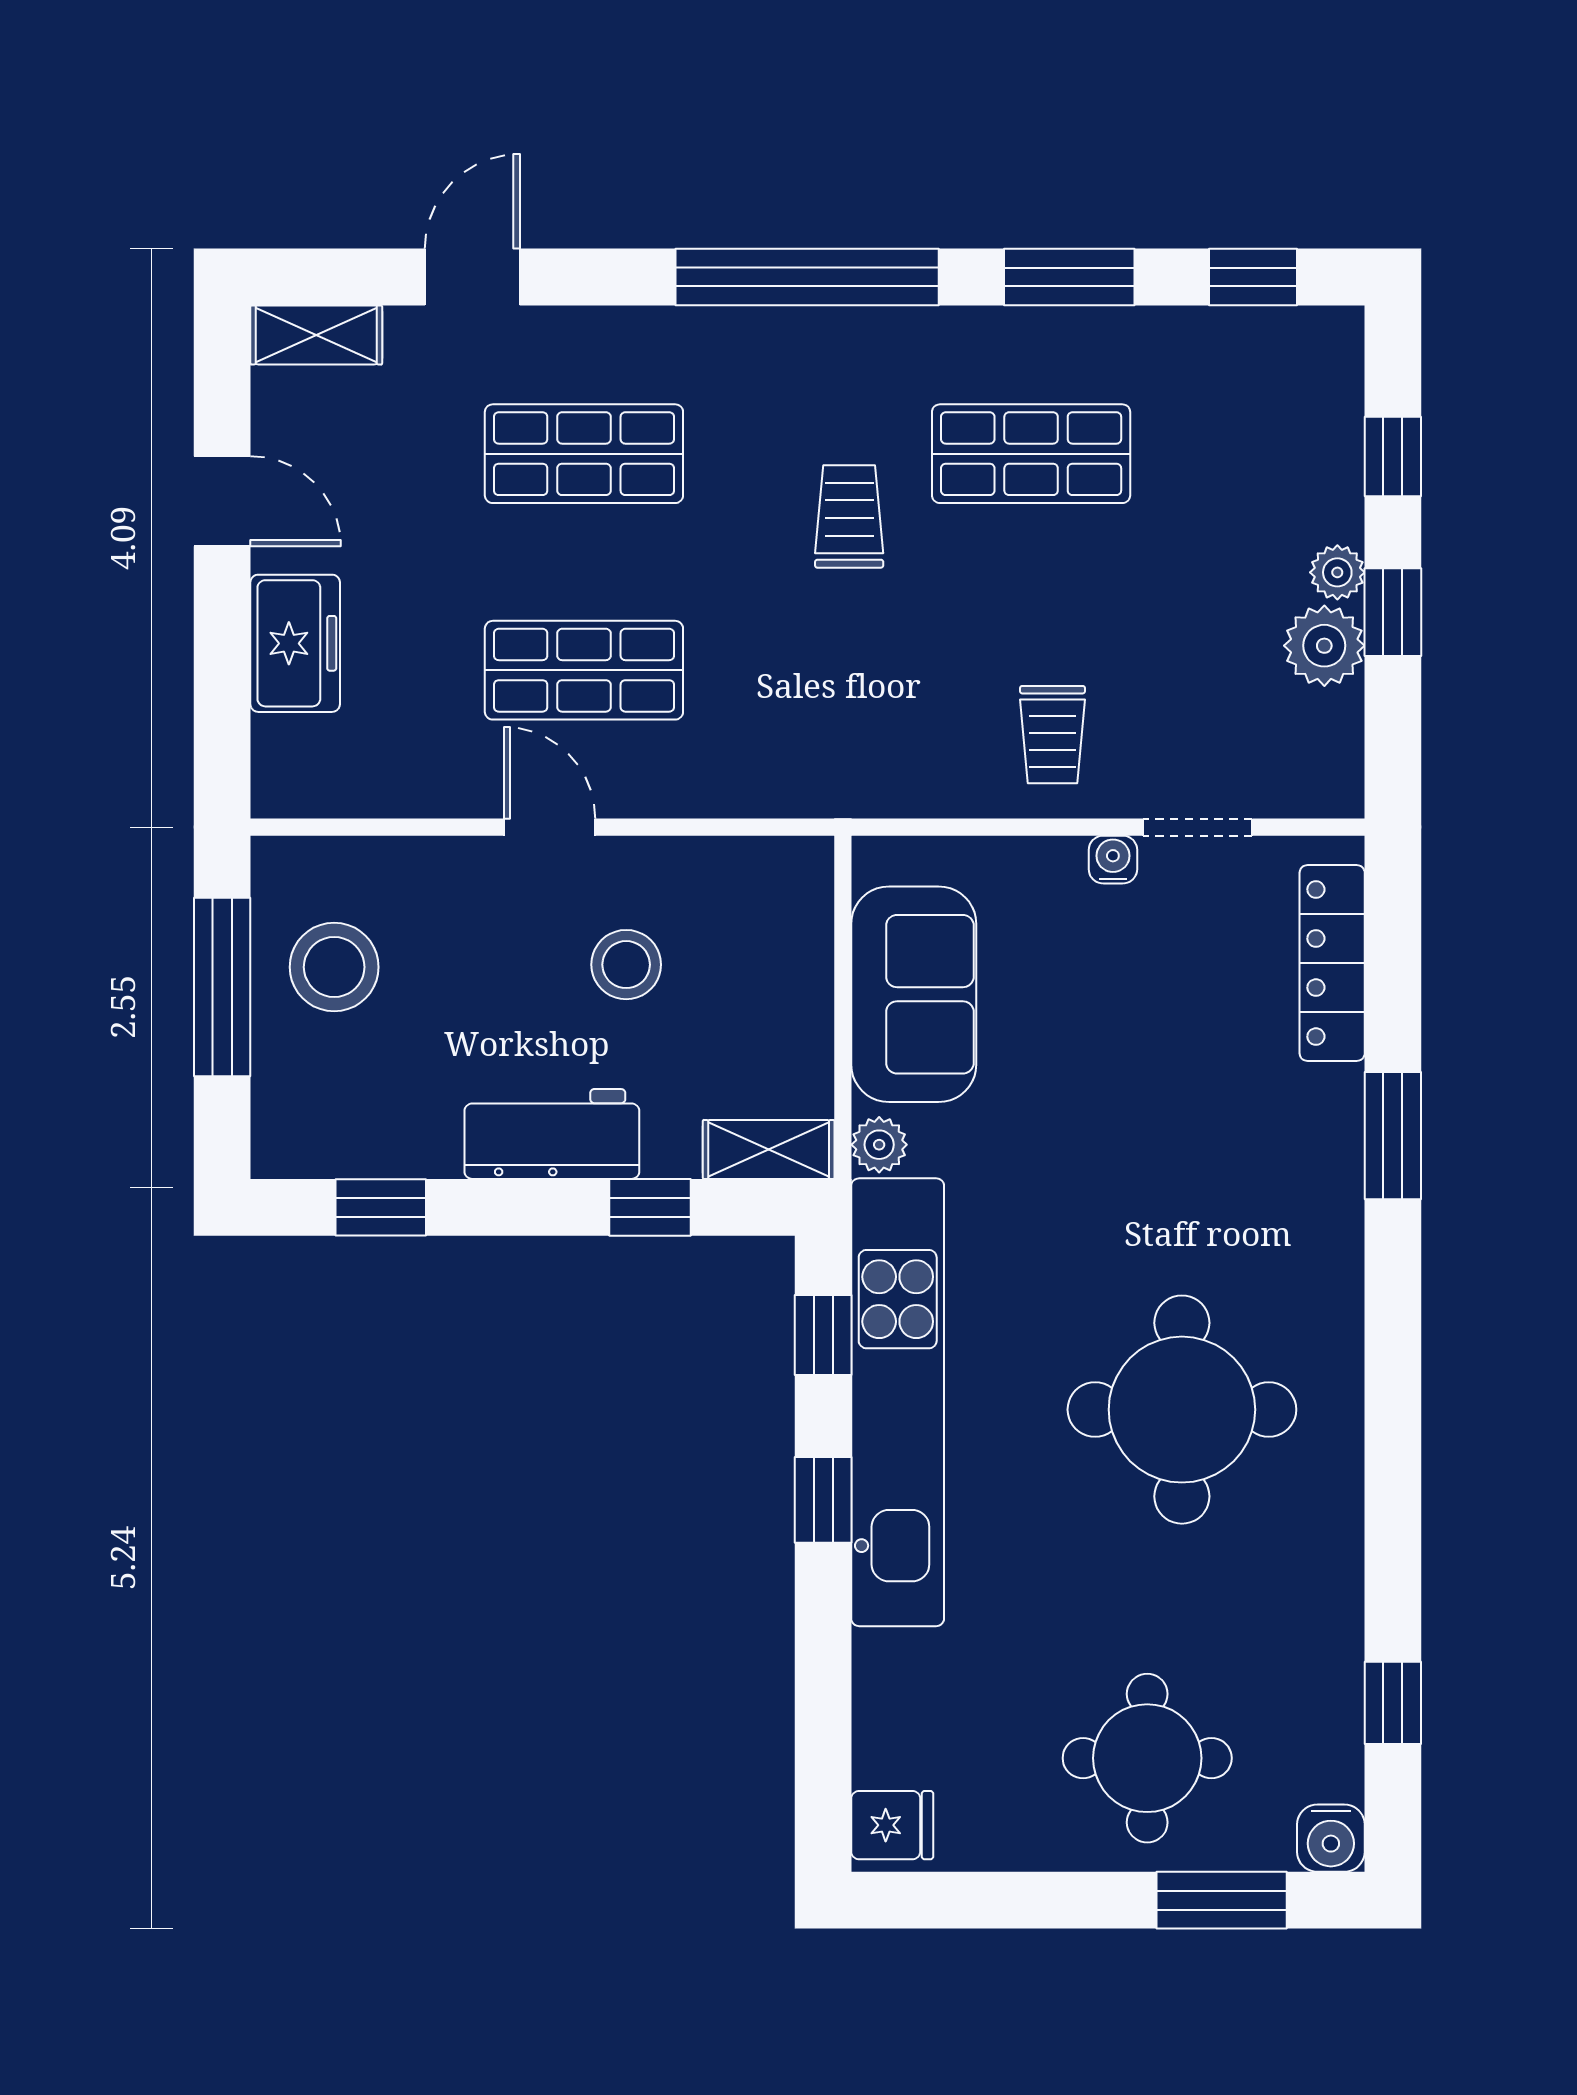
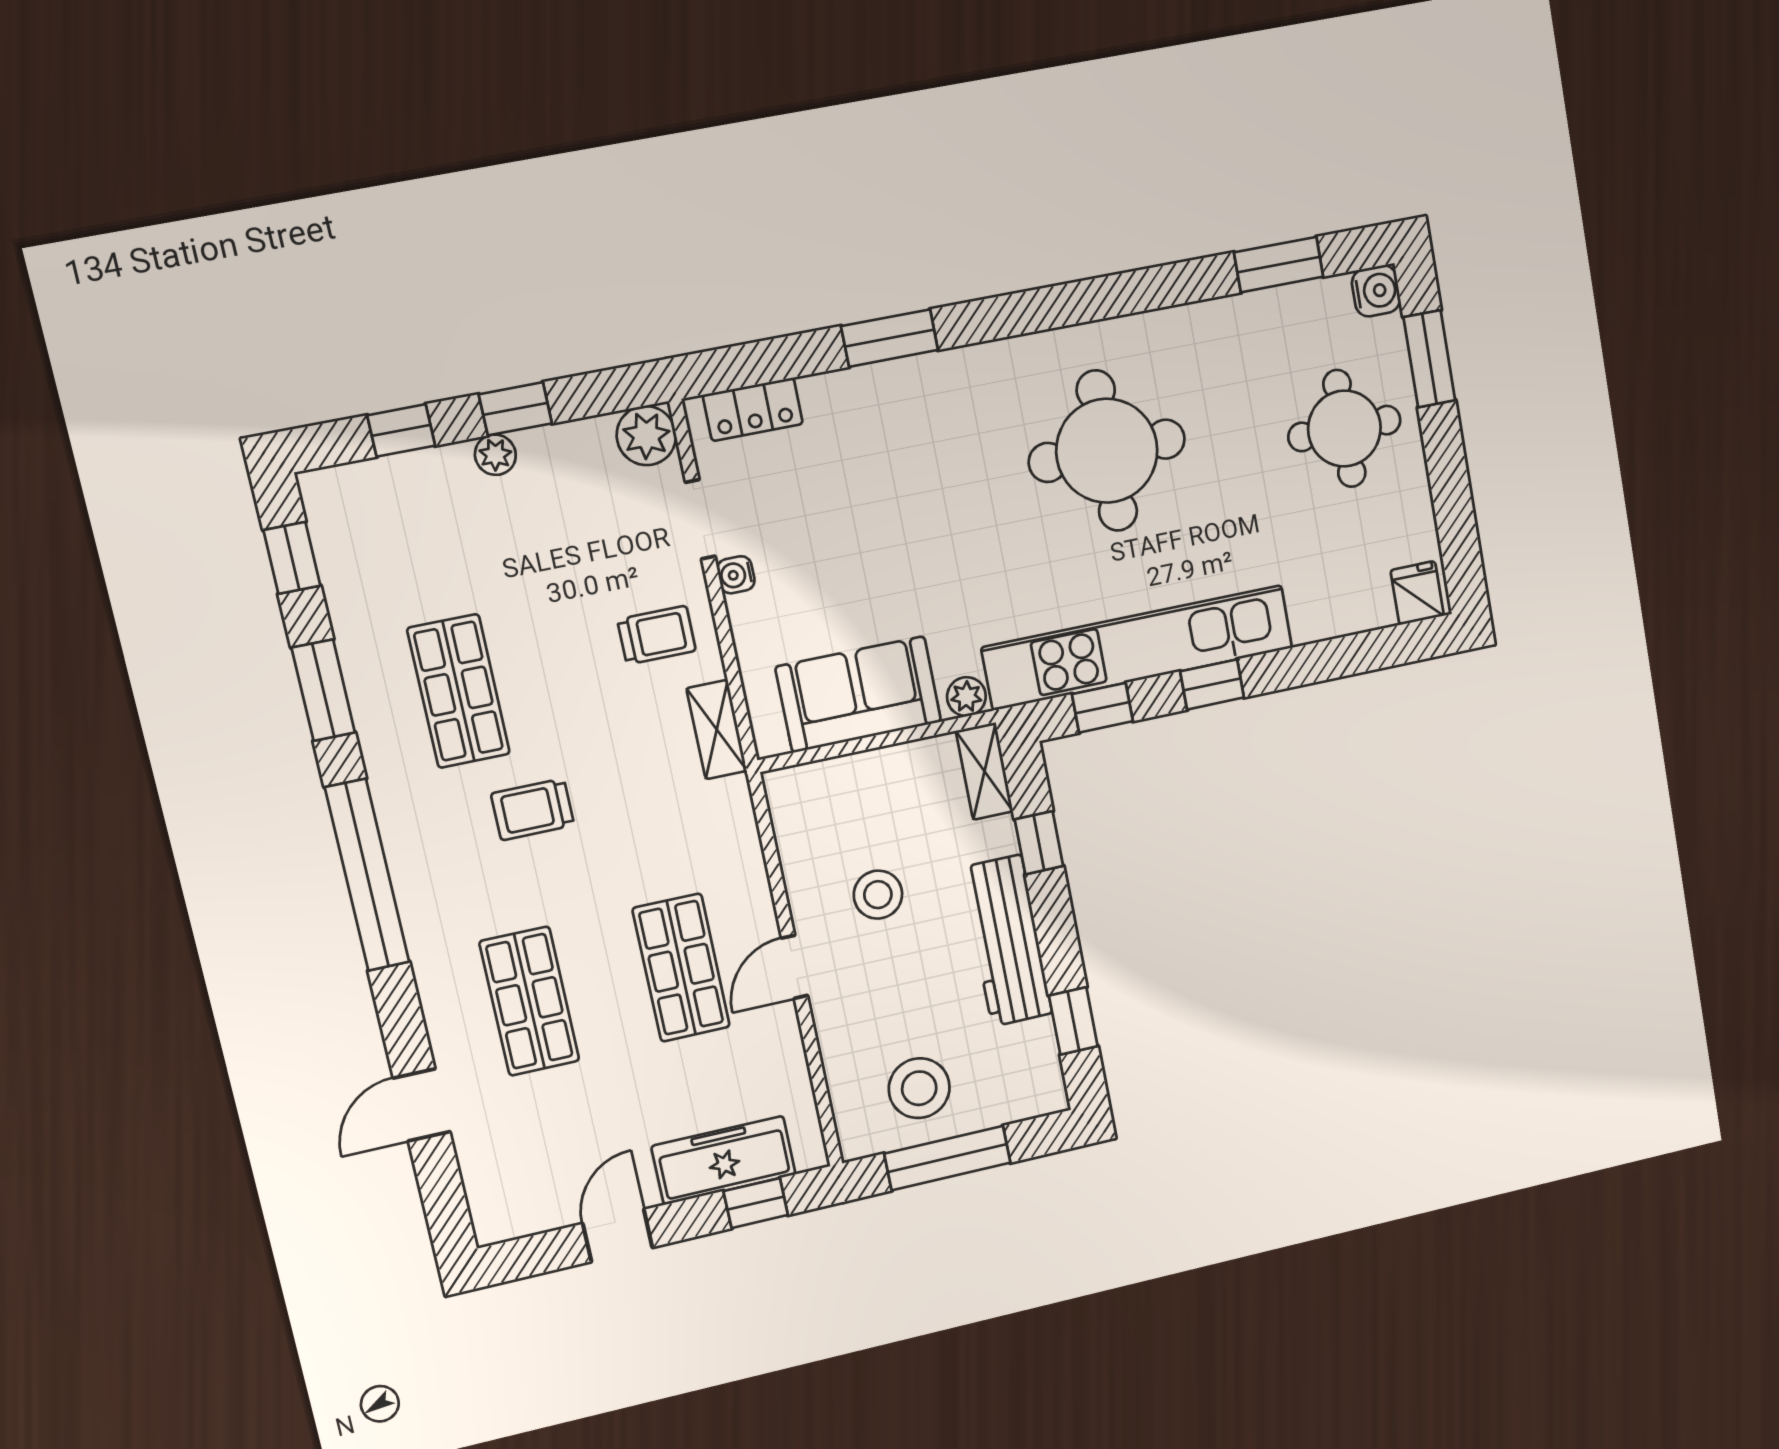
door: (472, 277) -> (422, 1105), hinge flipped
shelving: (316, 335) -> (717, 730), moved
freezer: (295, 643) -> (724, 1160), width x1.40
plant: (1324, 646) -> (646, 436), moved
window: (222, 703) -> (756, 1203), added
locker: (1332, 963) -> (753, 409), width x0.66
workbench: (552, 1134) -> (1007, 941), width x1.38
window: (1393, 1703) -> (1279, 265), width x1.50

